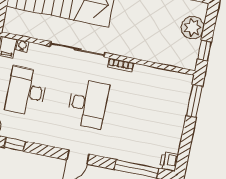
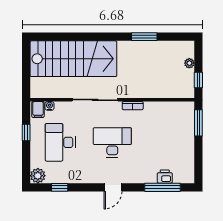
plant: (192, 27) -> (189, 63), width x0.53, depth x0.53
desk: (88, 104) -> (112, 142), turned -90
printer: (169, 161) -> (165, 177), moved, turned 90

